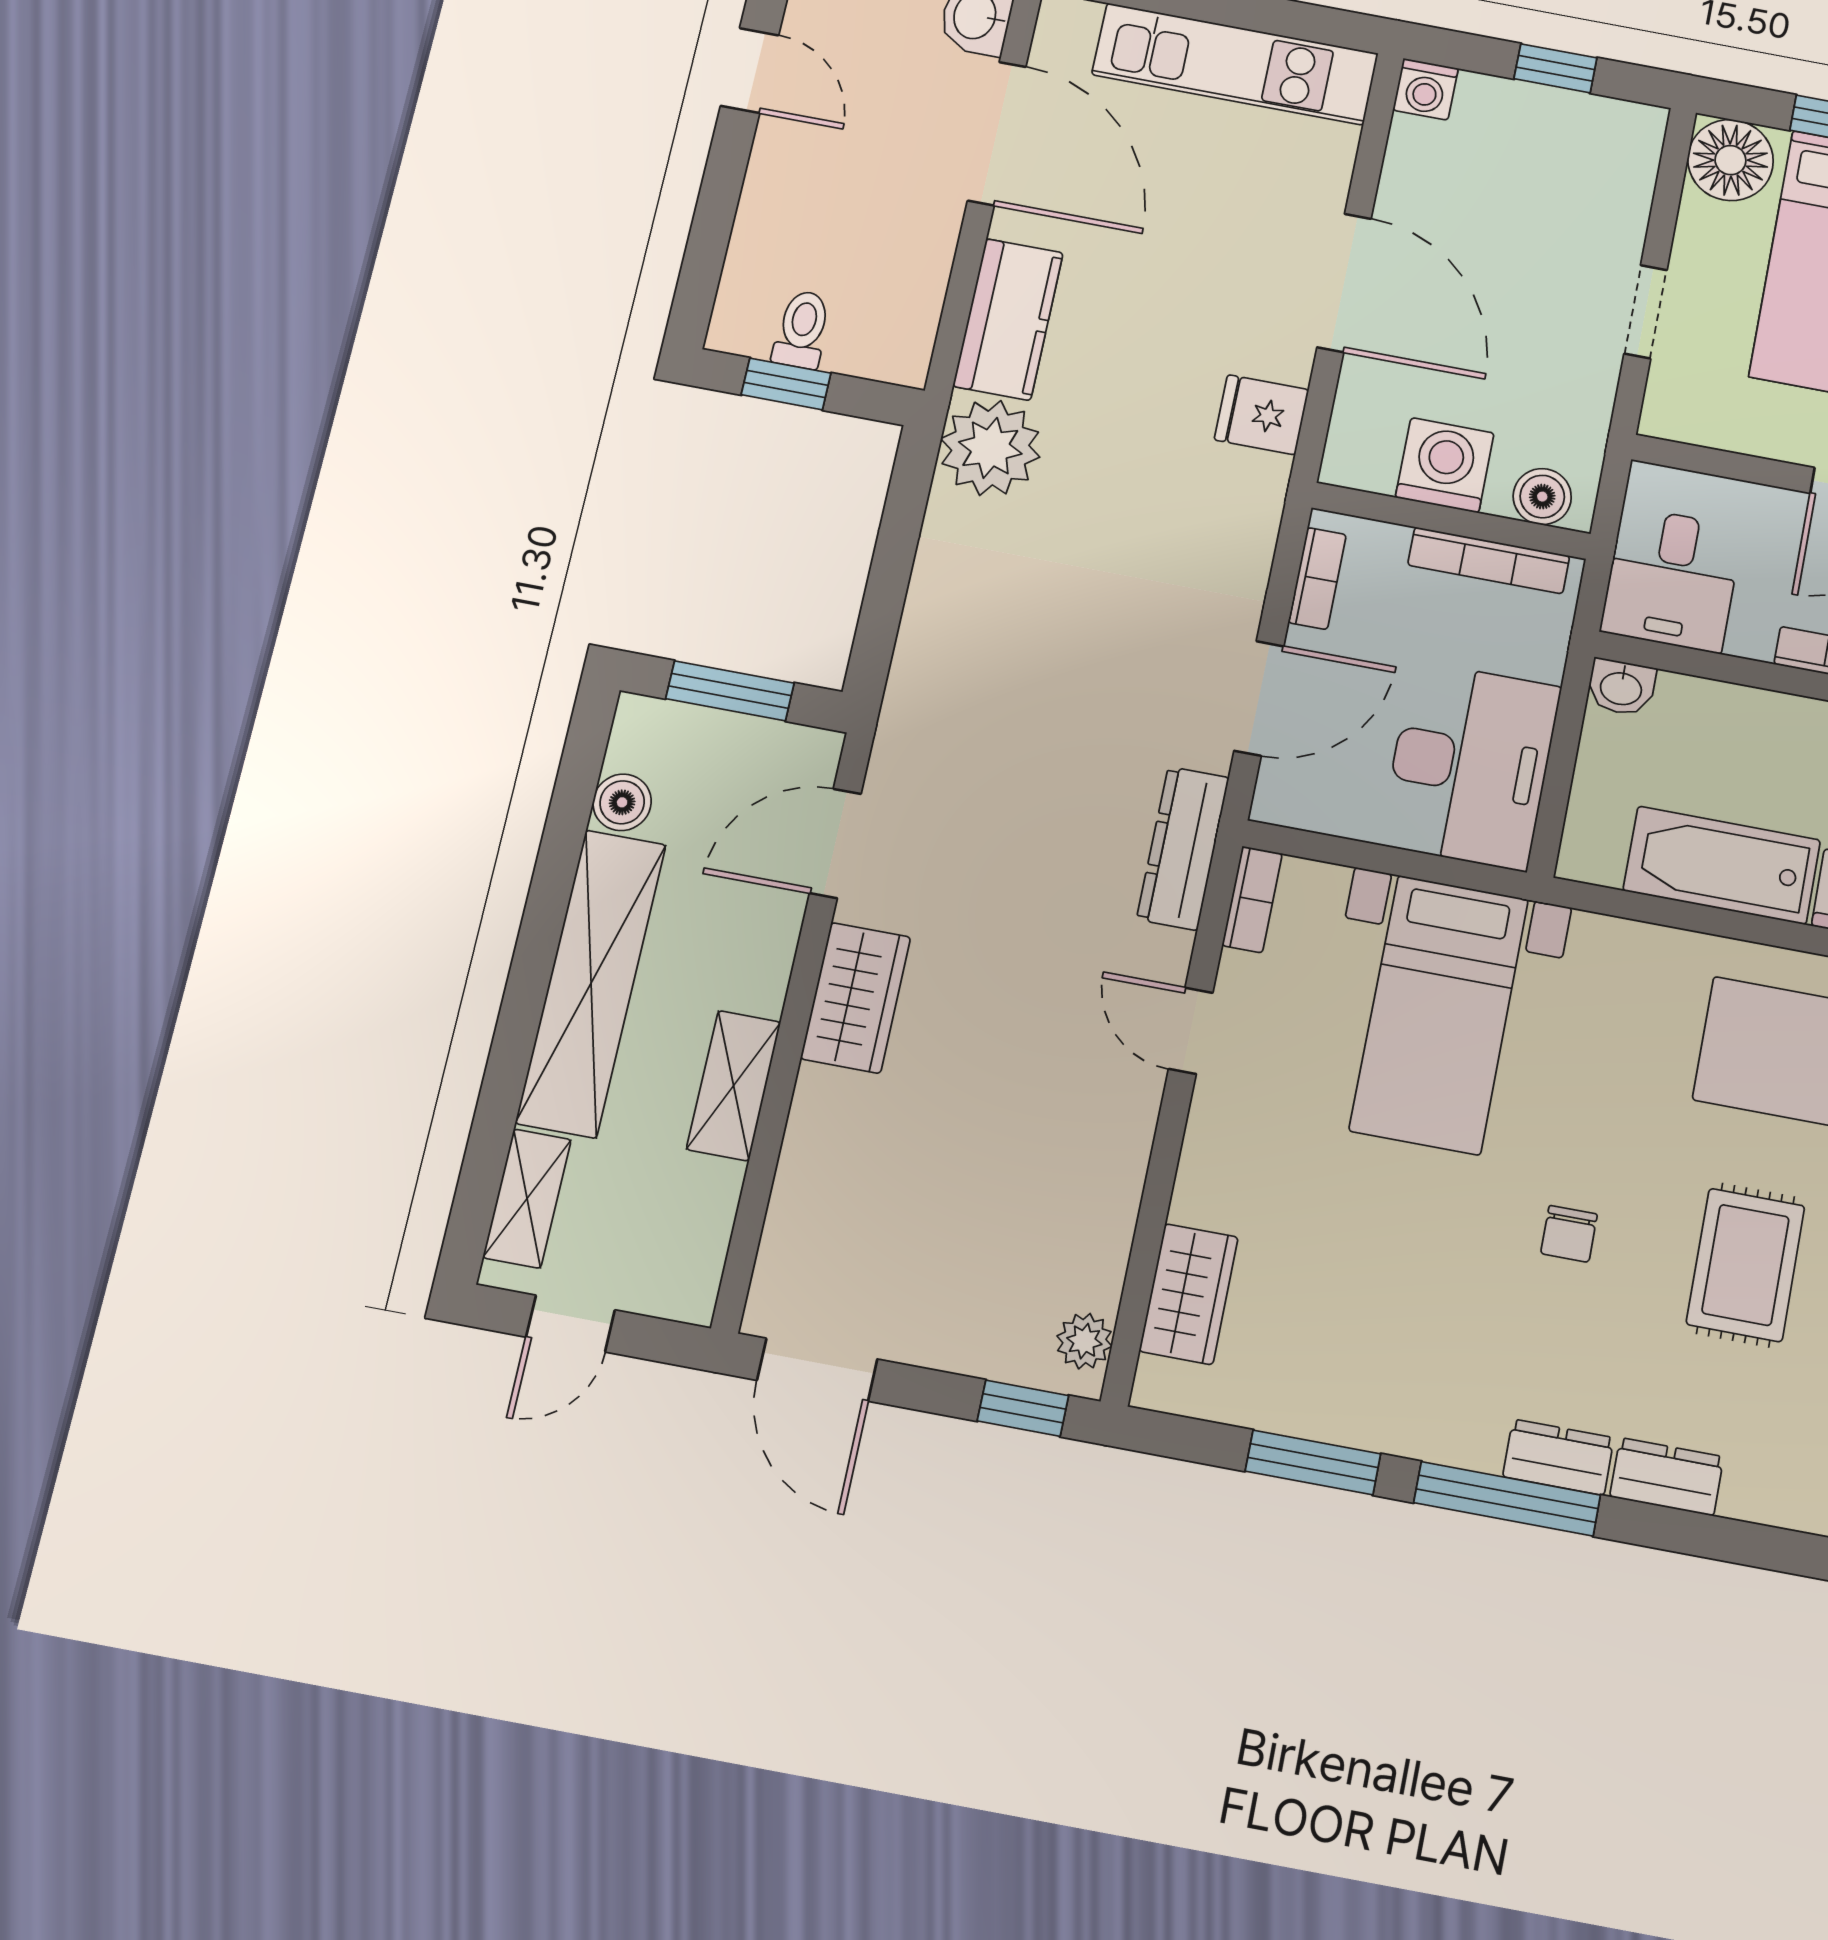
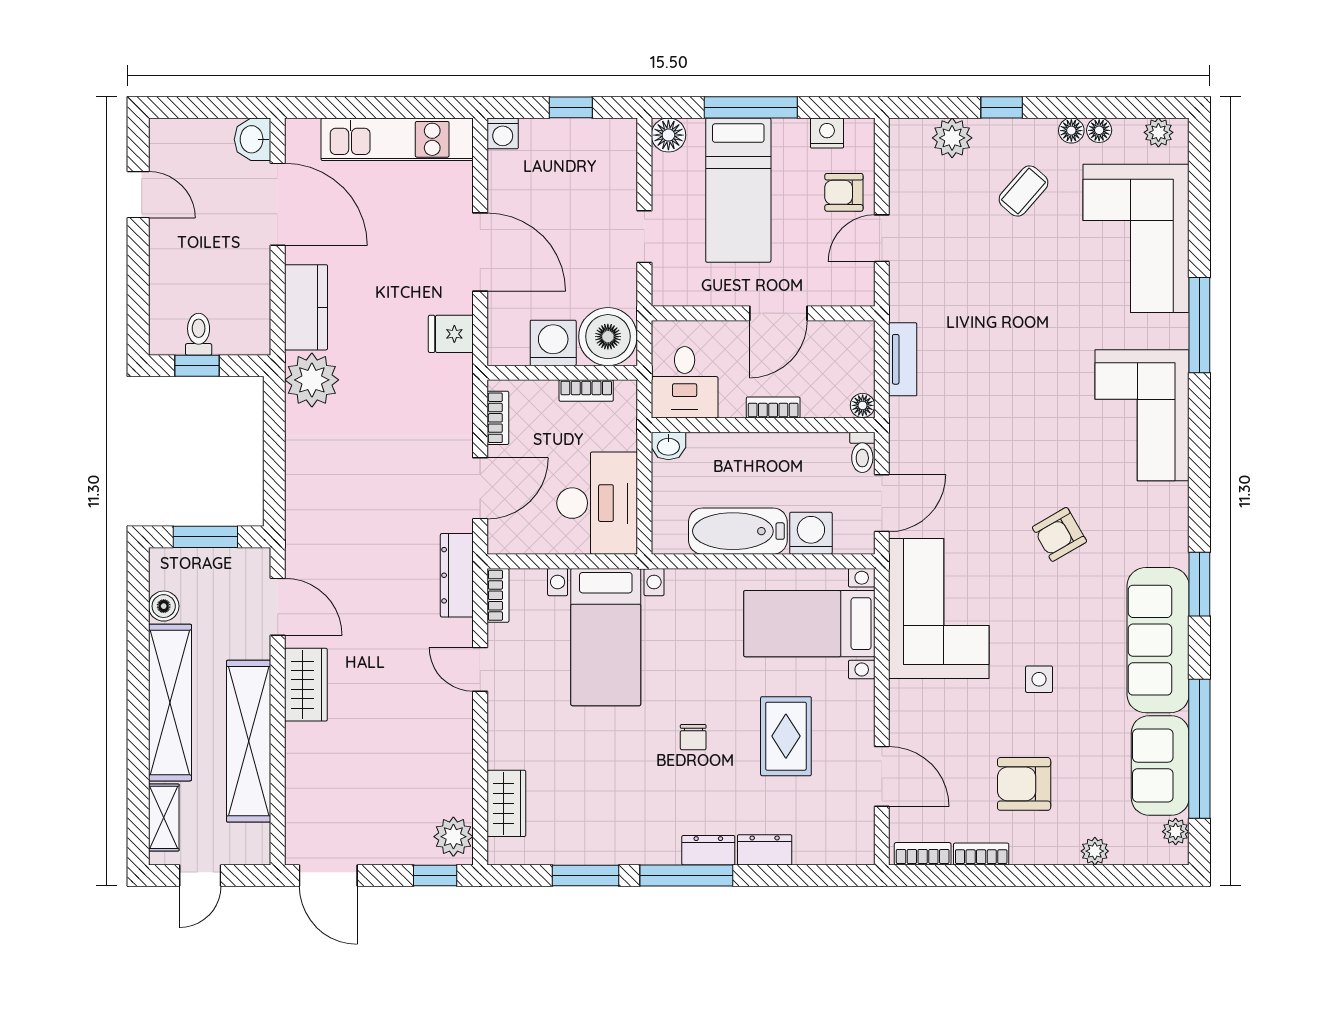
floor lamp: (1730, 160) -> (668, 135), width x0.73, depth x0.73
boiler: (1542, 497) -> (608, 337), width x1.86, depth x1.86
bookcase: (1489, 560) -> (586, 391), width x0.64
door: (835, 843) -> (278, 607), swing flipped
shelving: (734, 1086) -> (249, 741), width x2.20, depth x1.33
plant: (1084, 1341) -> (453, 837), width x1.38, depth x1.38

